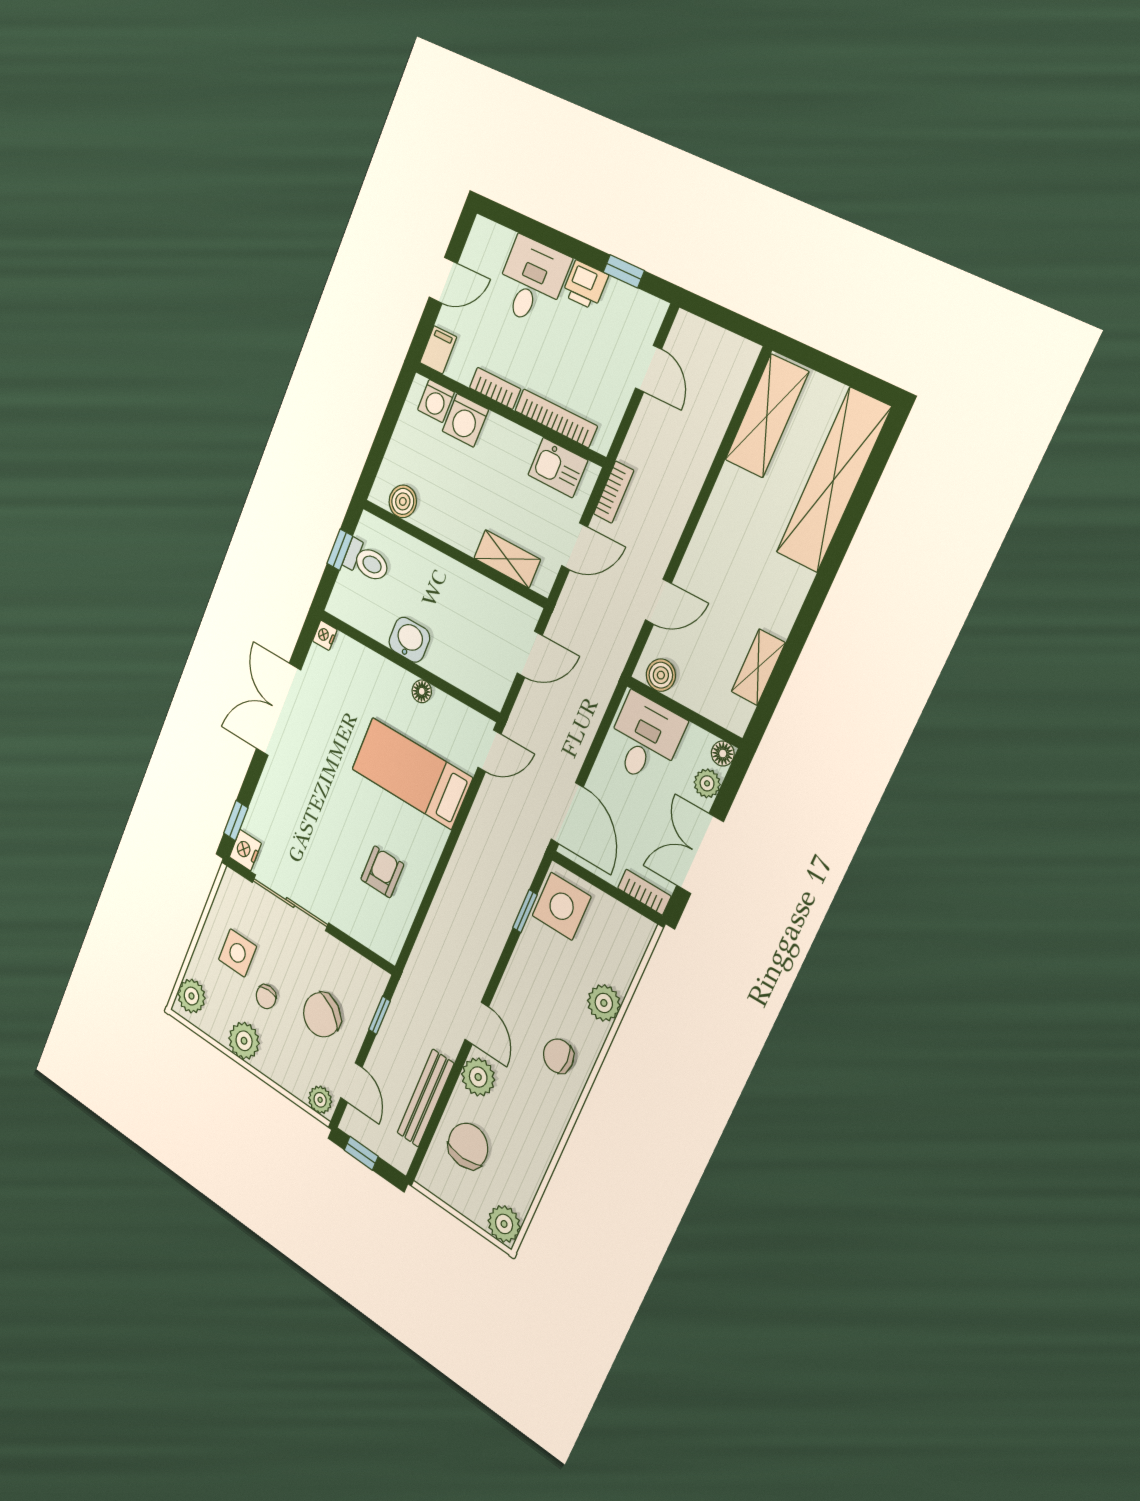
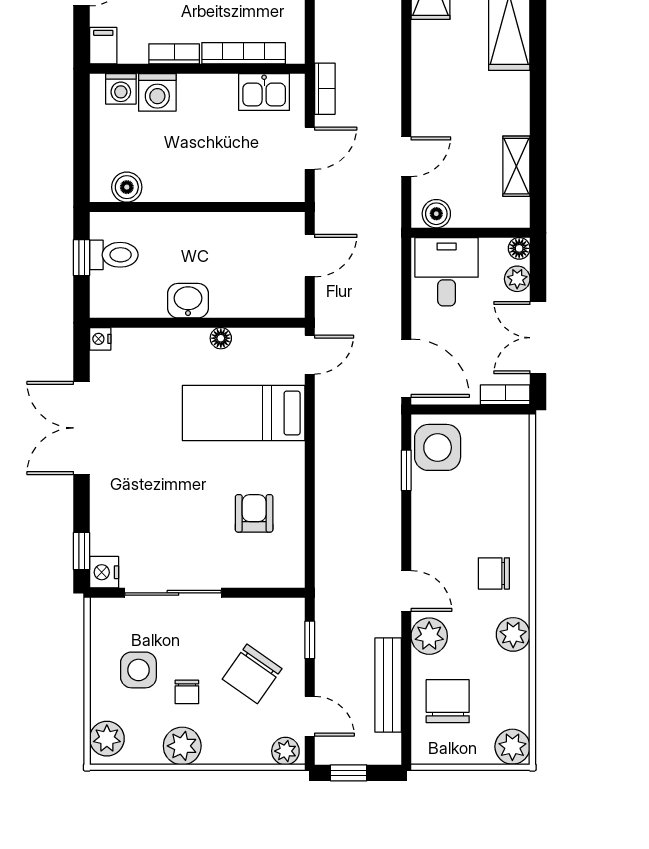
shelving: (507, 559) -> (251, 188), removed
plant: (604, 1003) -> (513, 634), moved

